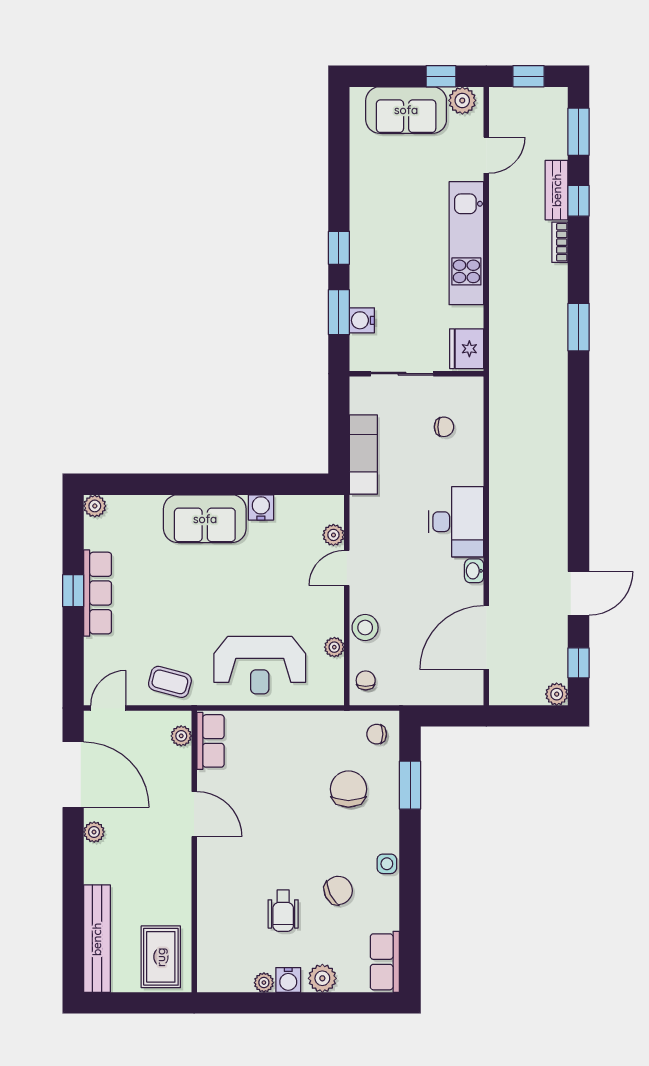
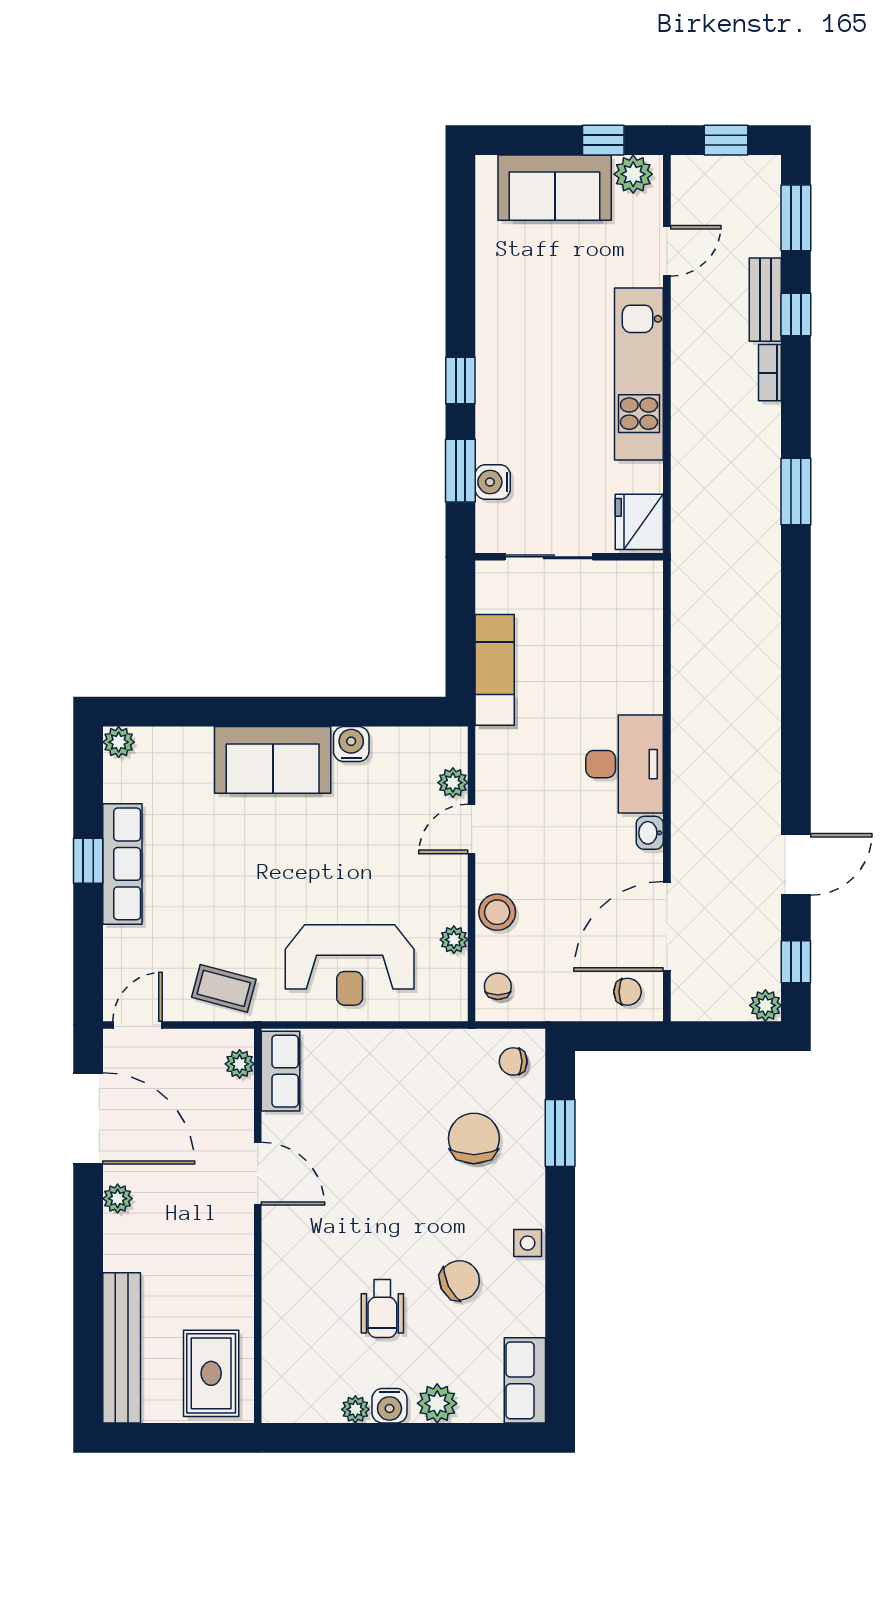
chair: (444, 427) -> (628, 992), moved

